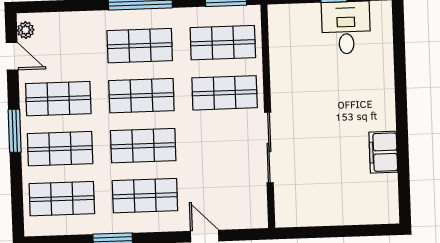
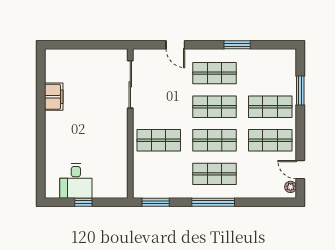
shop shelf: (223, 43) -> (159, 174), removed
window: (15, 131) -> (300, 91), moved
sliding door: (269, 147) -> (130, 84), moved
shop shelf: (62, 199) -> (270, 73), removed

